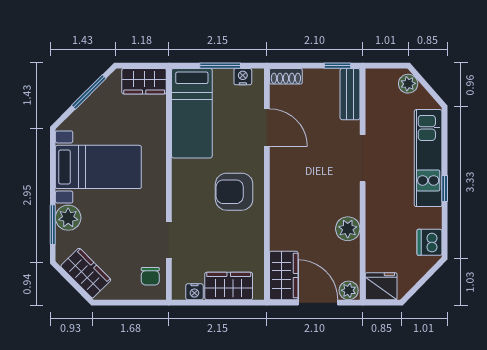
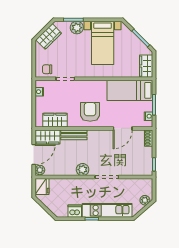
bench: (350, 94) -> (74, 135), moved
plant: (348, 229) -> (83, 170), moved
dishwasher: (430, 242) -> (75, 211), moved
wardrobe: (229, 286) -> (55, 120), moved, turned -90

